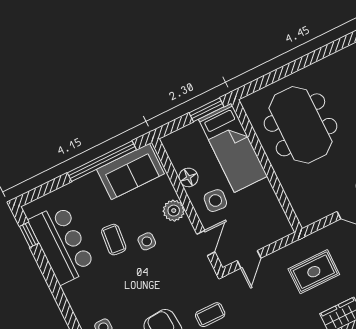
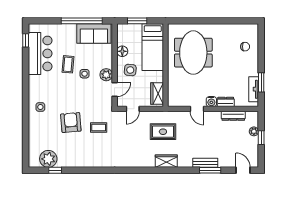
window: (207, 110) -> (137, 21), moved
plant: (174, 211) -> (106, 75), moved
wardrobe: (275, 217) -> (157, 94), added

